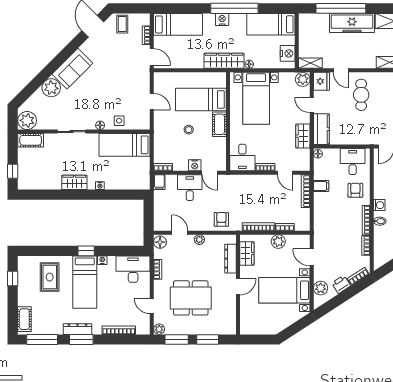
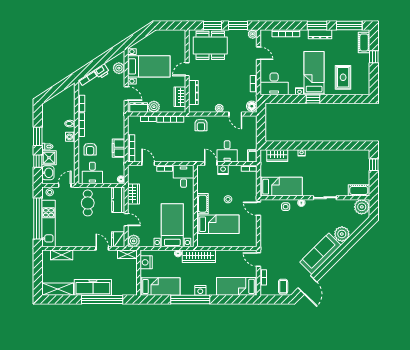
sofa: (72, 69) -> (320, 254), width x1.36
cafe table: (361, 95) -> (88, 203), moved
door: (152, 102) -> (258, 209), moved
wardrobe: (74, 182) -> (277, 156), moved
filing cabinet: (321, 186) -> (118, 148), width x2.00
dresser: (297, 241) -> (139, 108), added
window: (13, 279) -> (374, 57), moved
dining table: (191, 298) -> (210, 45), moved

